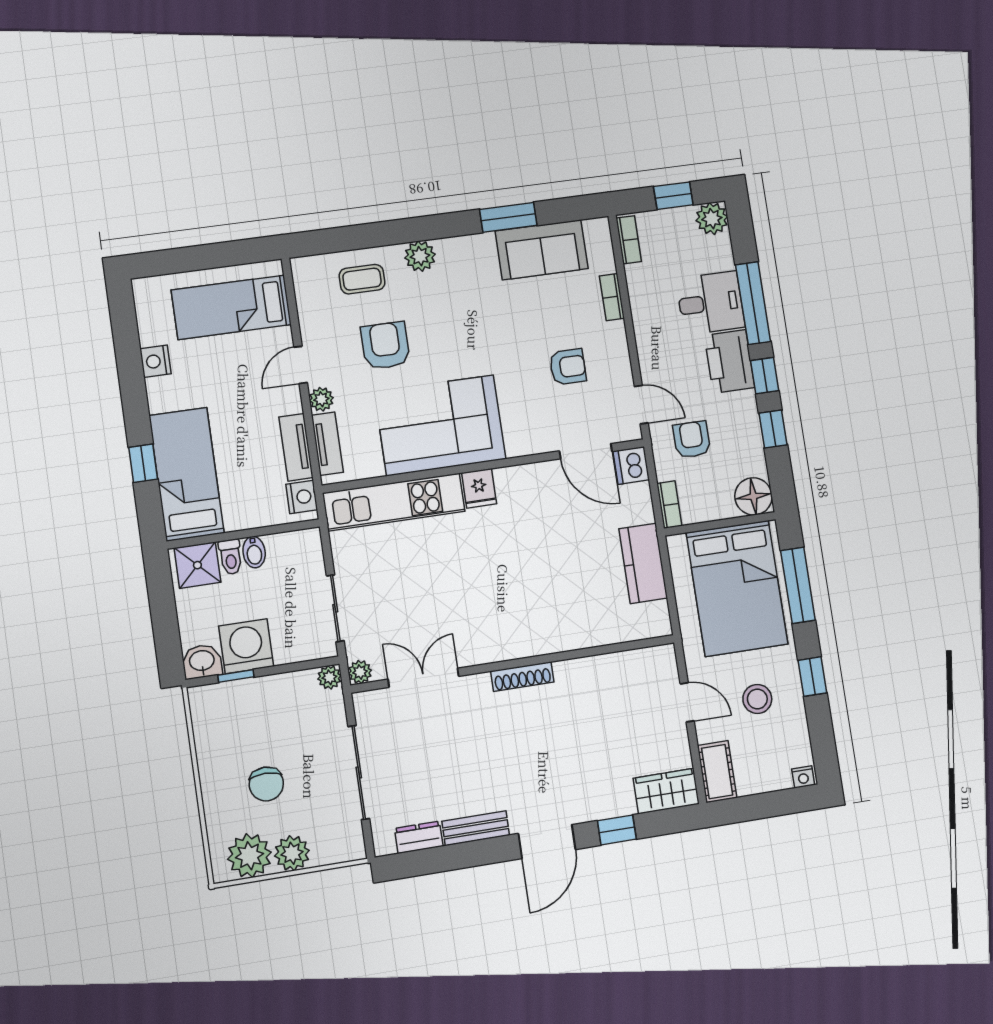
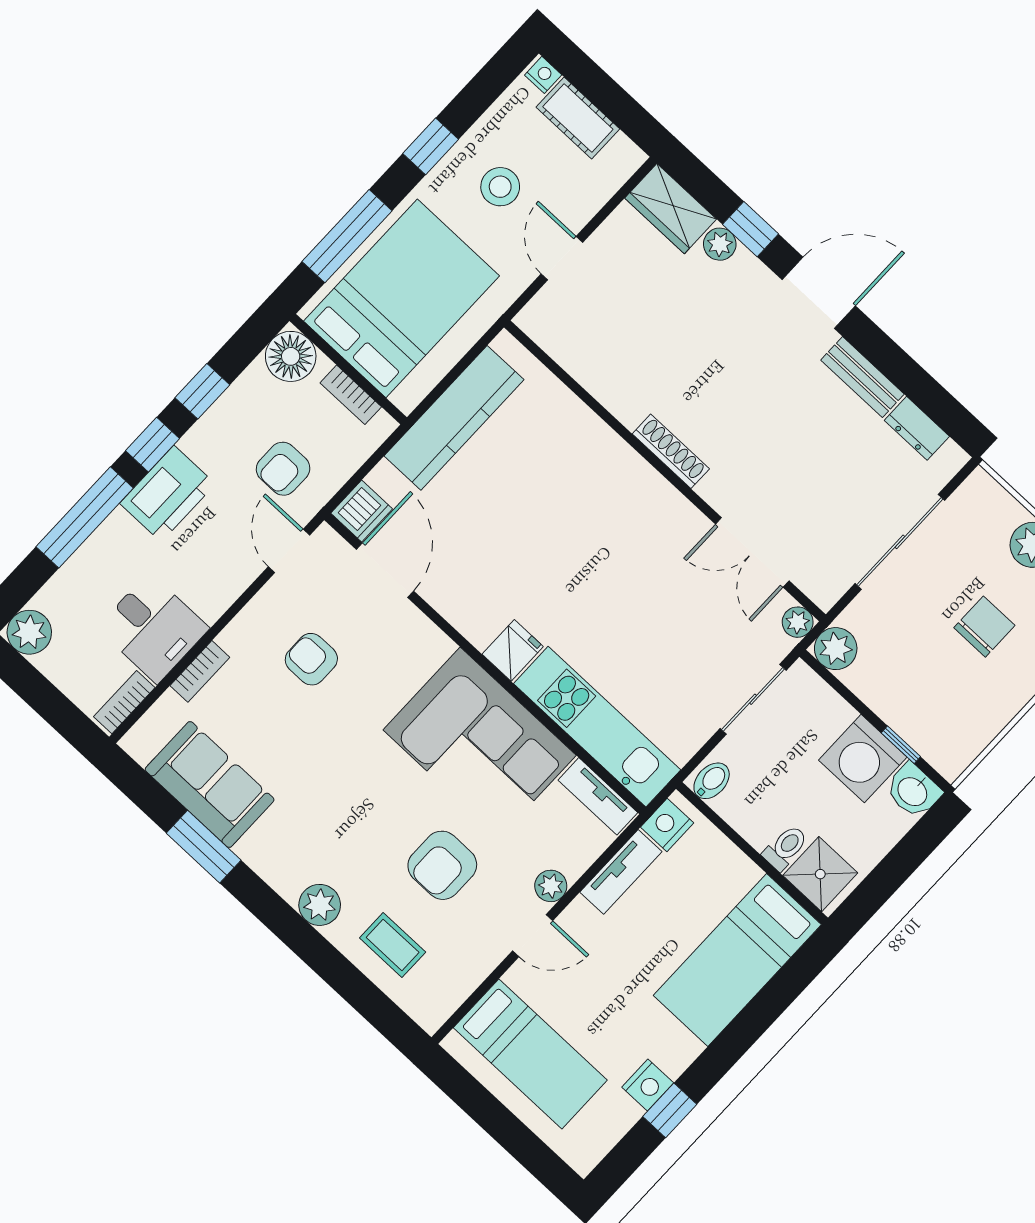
window: (673, 196) -> (38, 692), removed
desk: (710, 303) -> (153, 628), moved, turned 180
tv unit: (327, 444) -> (598, 796), moved, turned -90
window: (143, 463) -> (670, 1110), moved
bookcase: (669, 505) -> (351, 395), moved, turned -90
bidet: (254, 552) -> (712, 781), moved
kitchen counter: (643, 563) -> (454, 418), width x1.50
plant: (329, 677) -> (836, 649), width x1.38, depth x1.38
cot: (717, 772) -> (578, 118), moved, turned 90
plant: (622, 804) -> (720, 244), added

